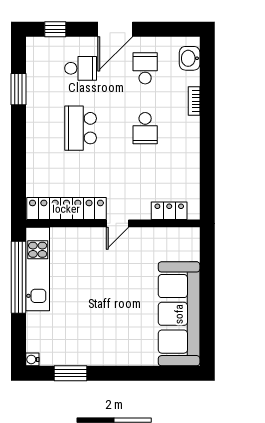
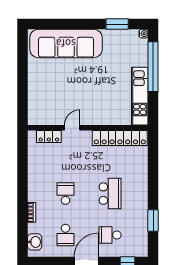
door: (118, 223) -> (72, 128), moved
window: (18, 277) -> (153, 67), moved
sofa: (179, 314) -> (66, 43), moved, turned 90

